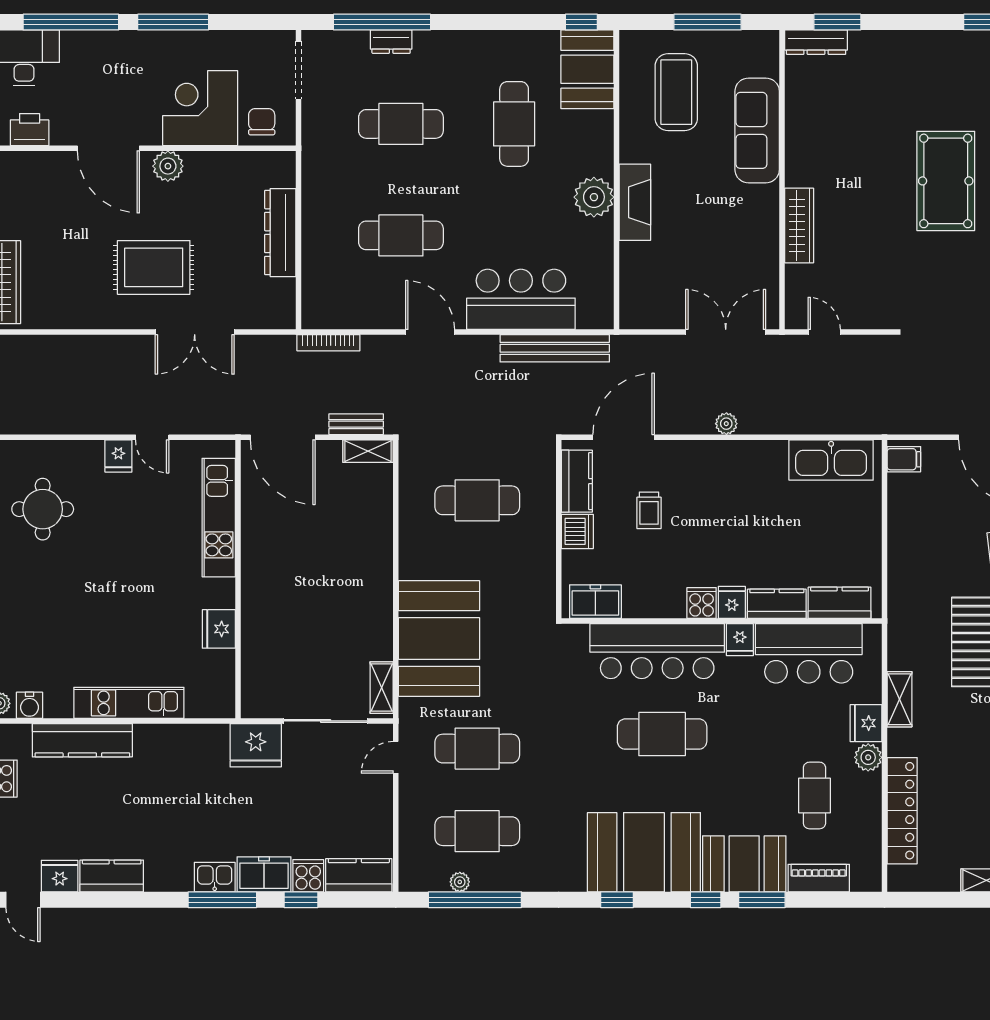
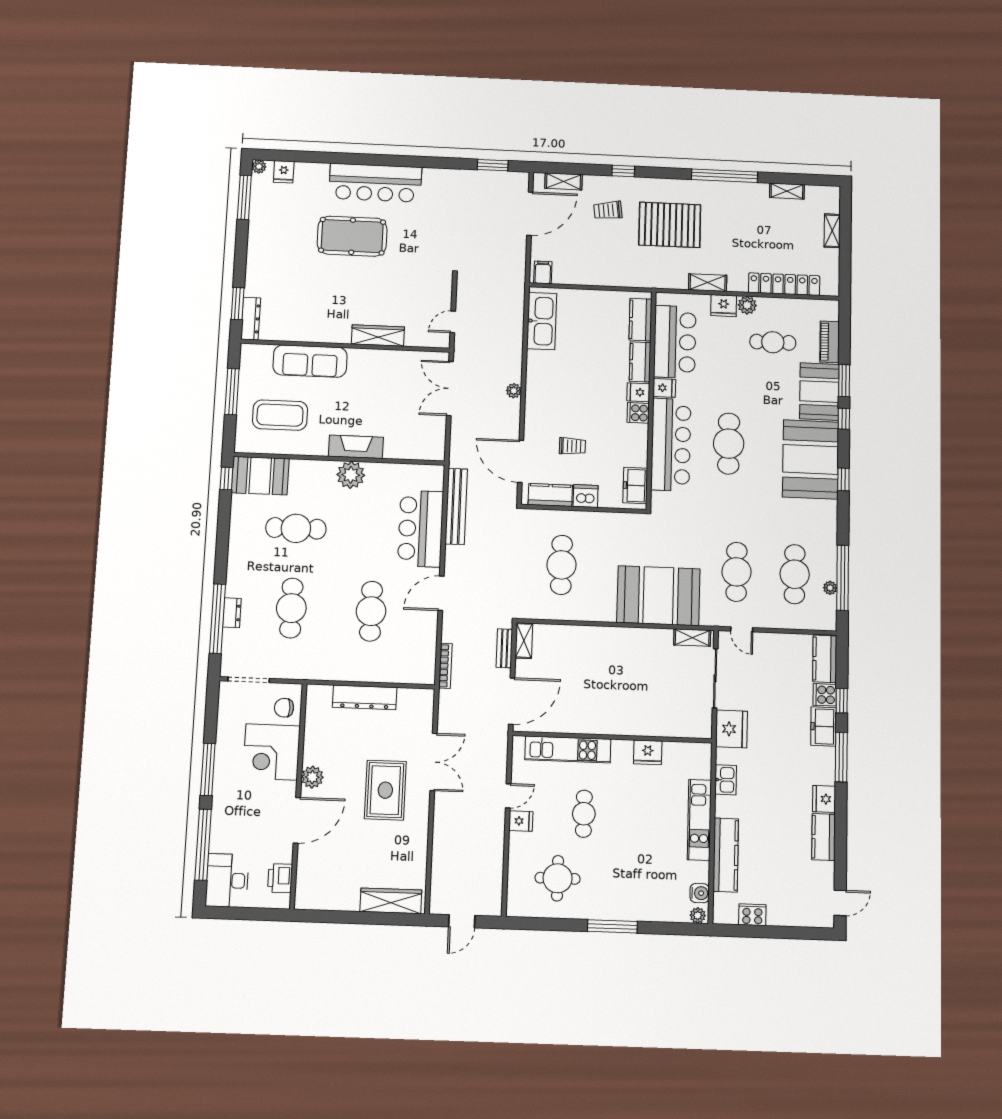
cafe table: (131, 543) -> (584, 814), added
fridge: (60, 876) -> (824, 799), moved
kitchen sink: (215, 877) -> (726, 780), moved, turned 180

